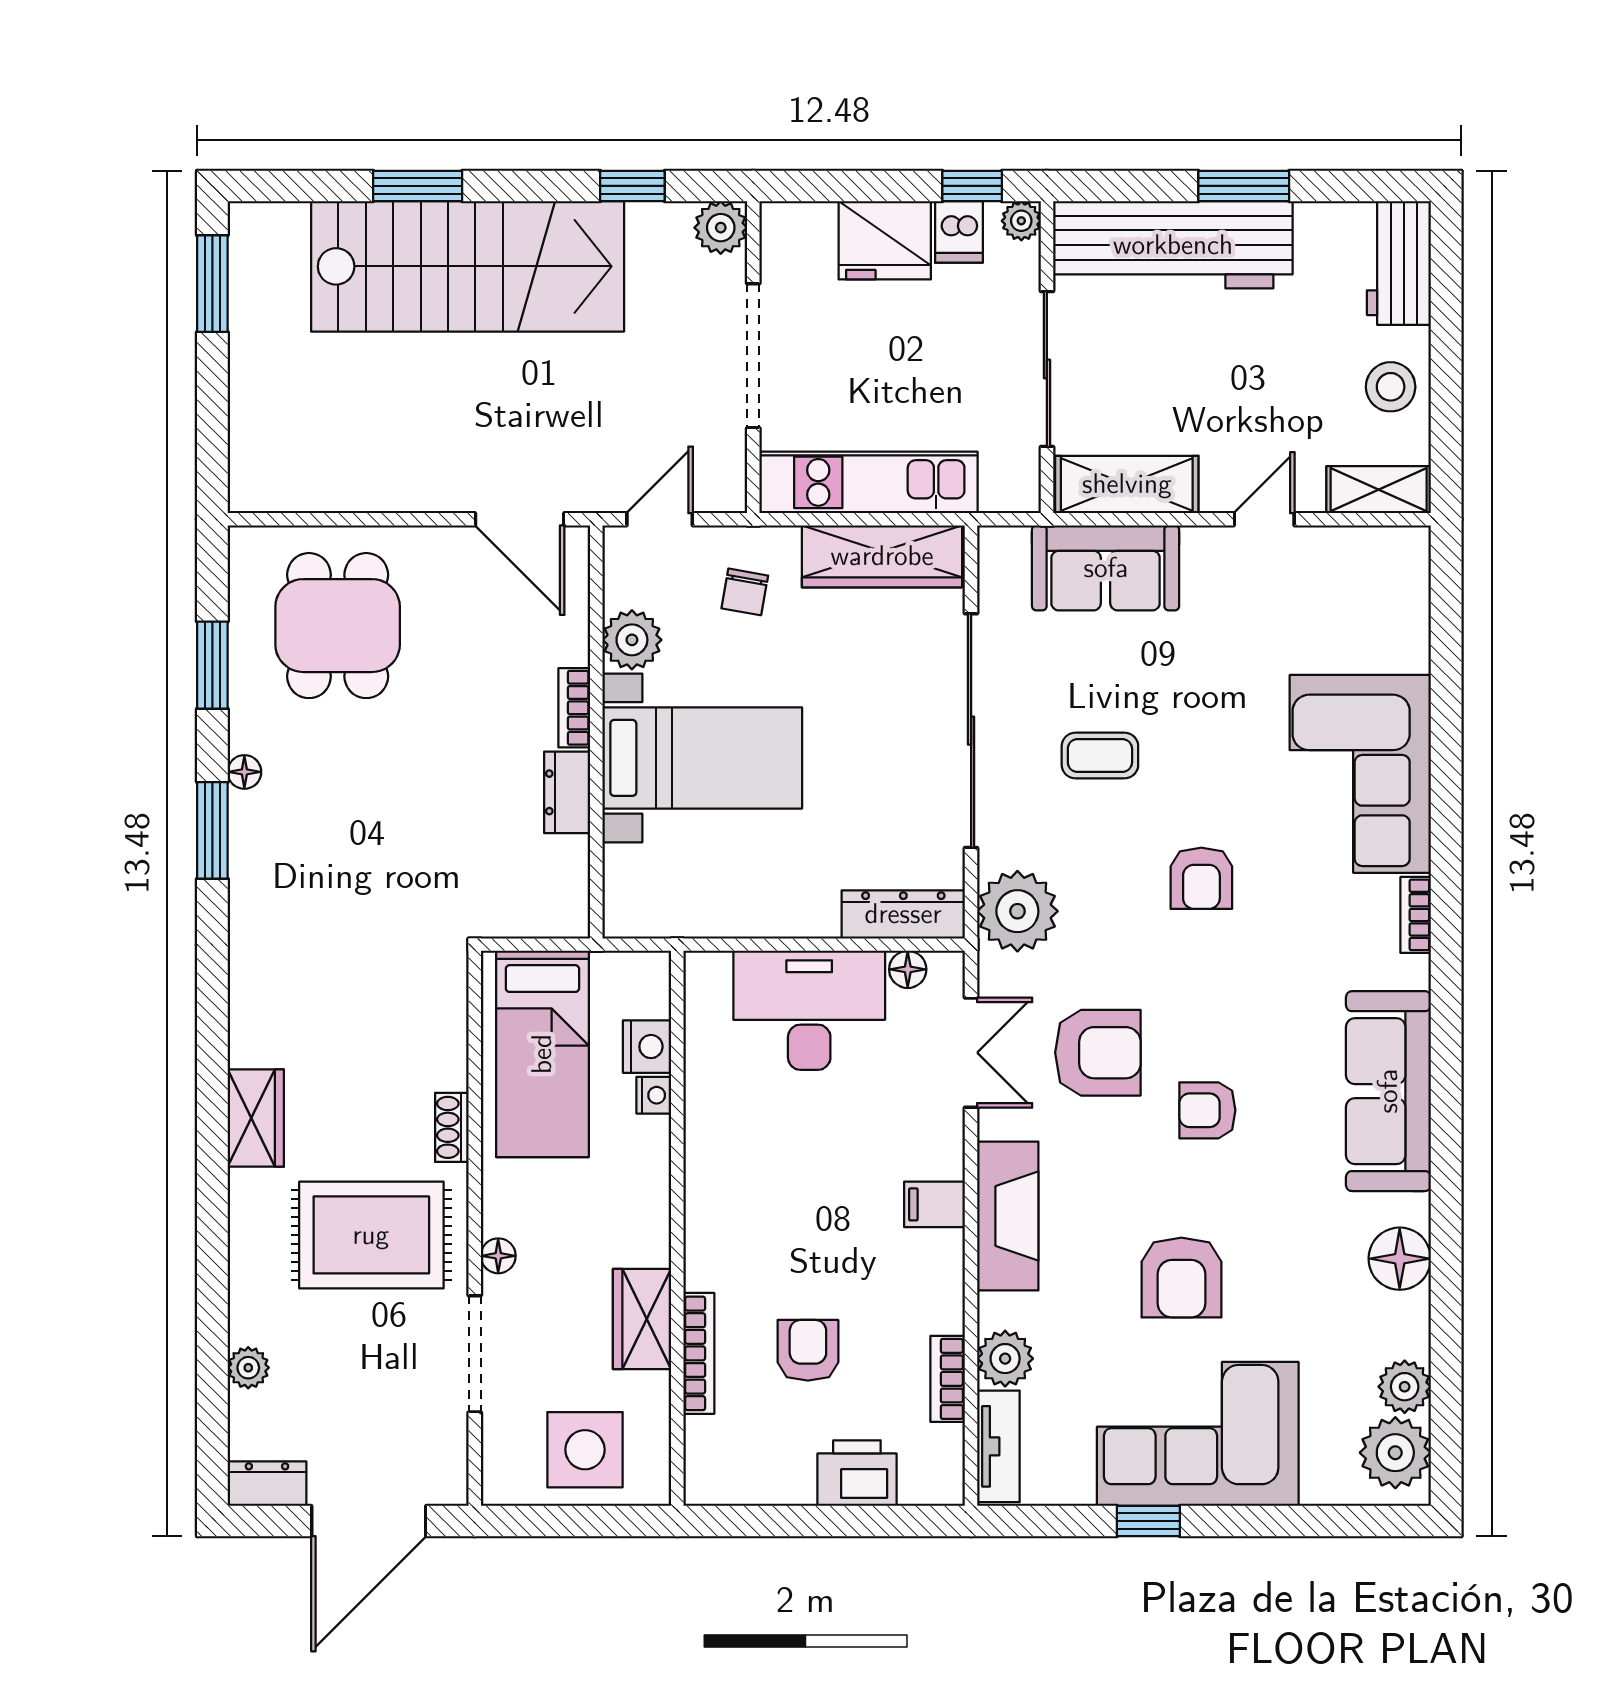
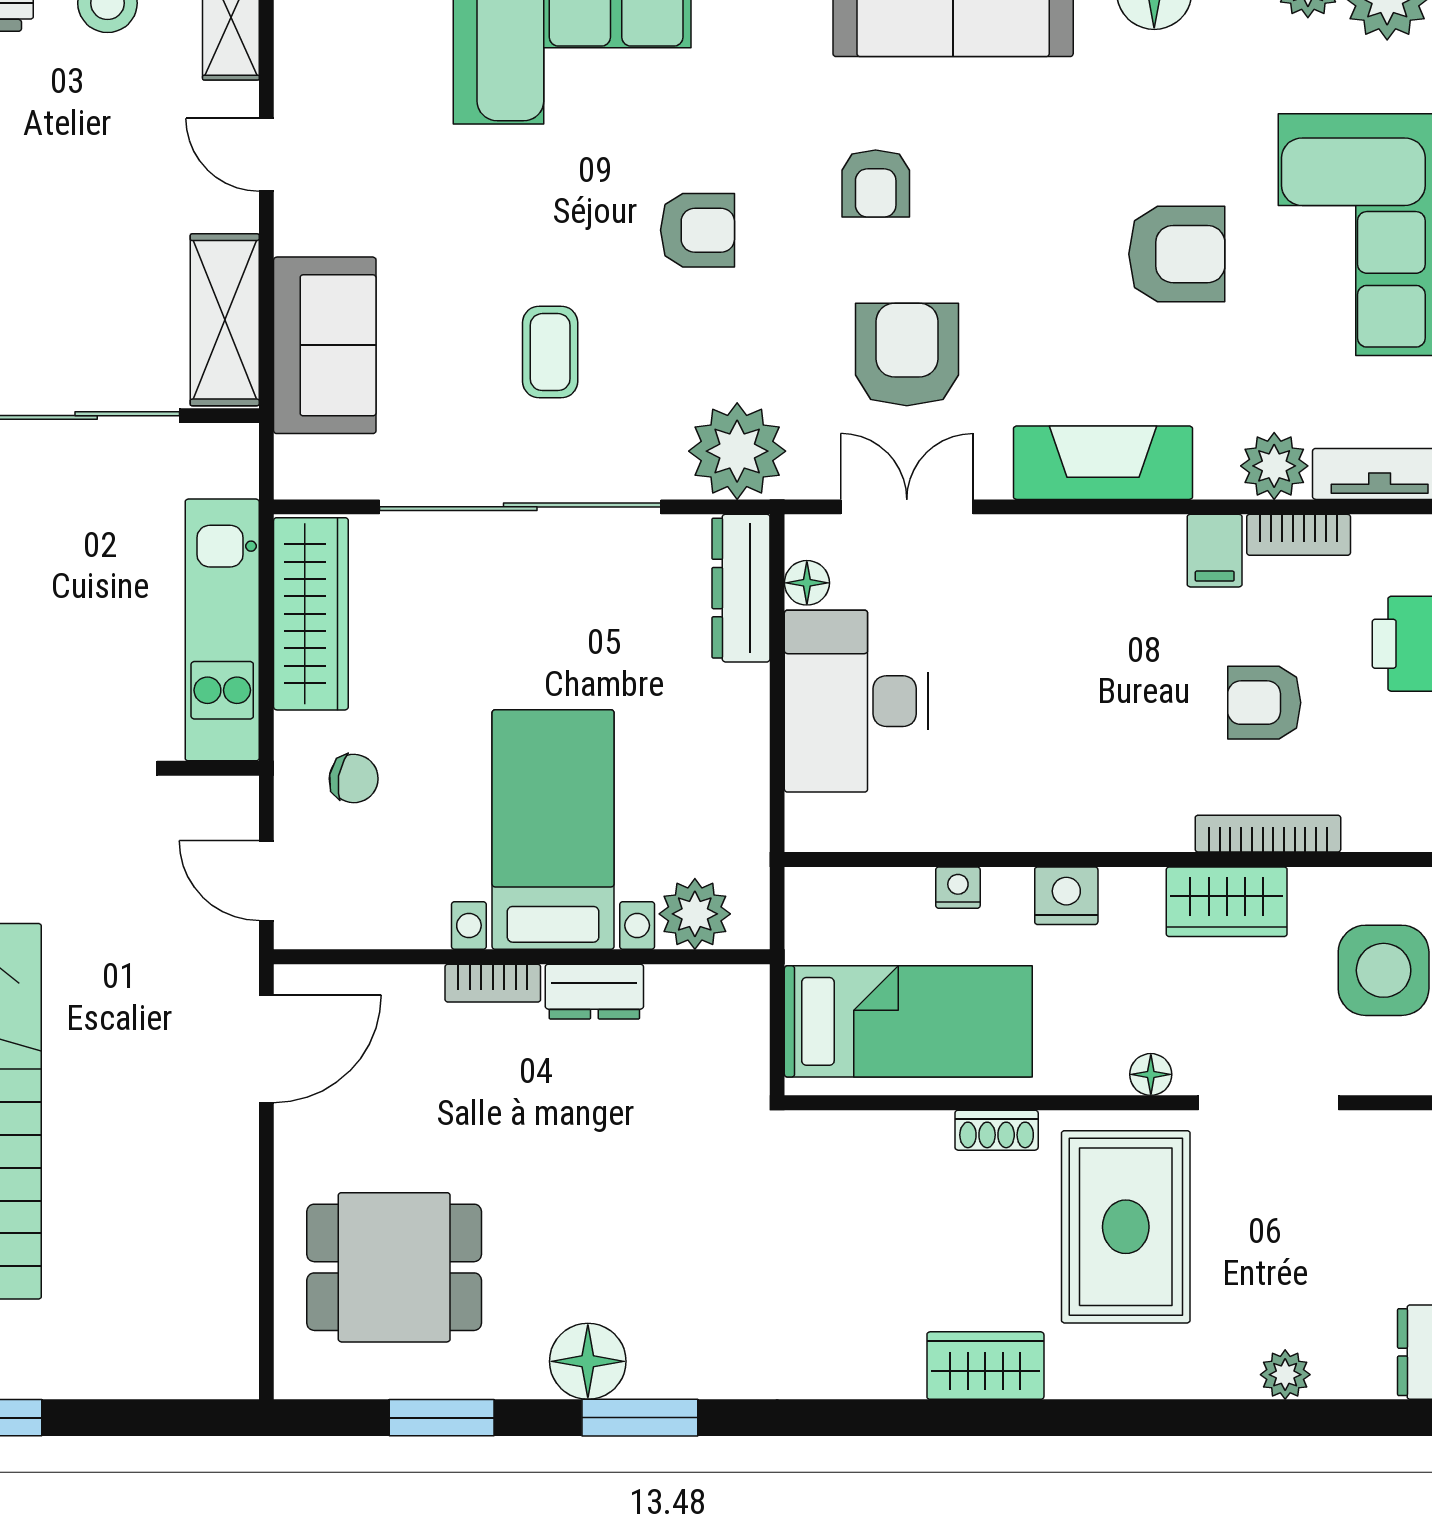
plant: (632, 640) -> (695, 914), moved
floor lamp: (244, 772) -> (588, 1361), width x1.89, depth x1.89
nightstand: (647, 1047) -> (1066, 896), moved
armchair: (1207, 1110) -> (876, 183), moved
filing cabinet: (935, 1204) -> (1215, 551), moved

